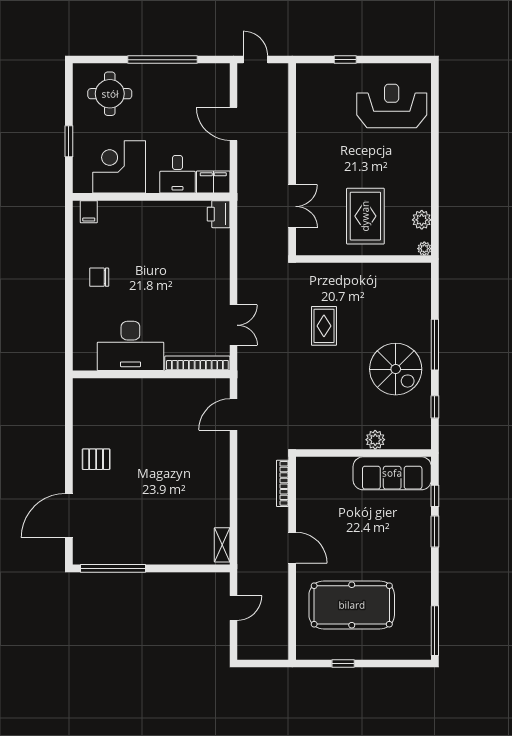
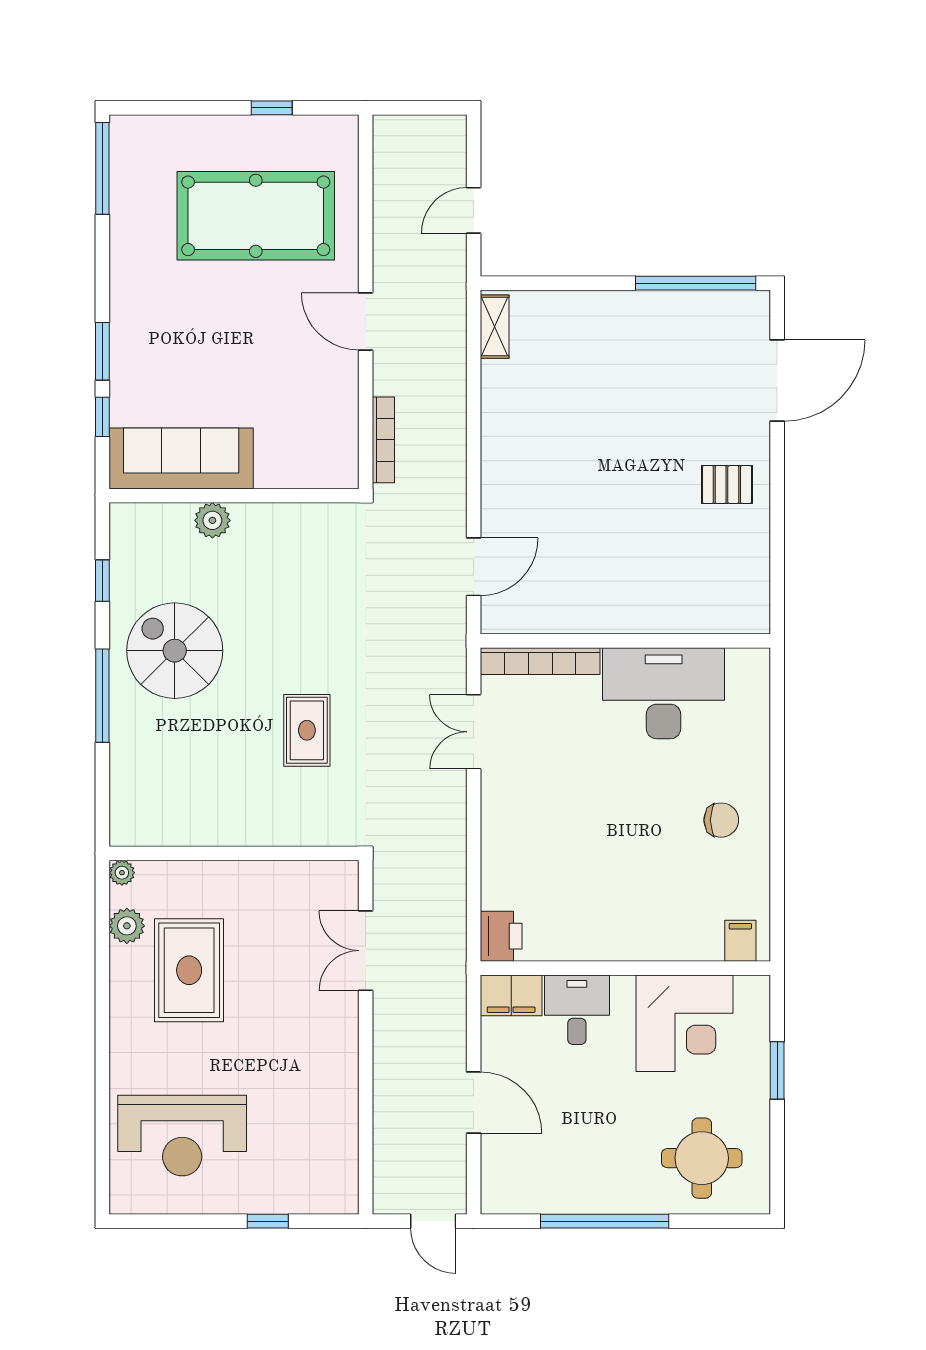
rug: (365, 216) -> (189, 970), moved

